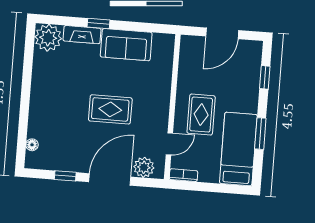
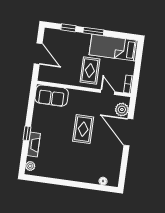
plant: (48, 38) -> (30, 166), width x0.53, depth x0.53
sofa: (126, 45) -> (52, 96), moved, turned 90
rug: (201, 115) -> (90, 70), turned 90
window: (260, 134) -> (93, 31), moved
window: (65, 176) -> (124, 161), removed

